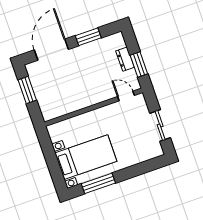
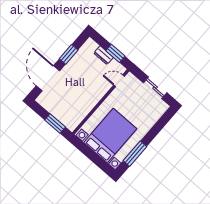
window: (27, 90) -> (55, 124), moved
bed with nightstands: (86, 157) -> (110, 136), width x1.36

